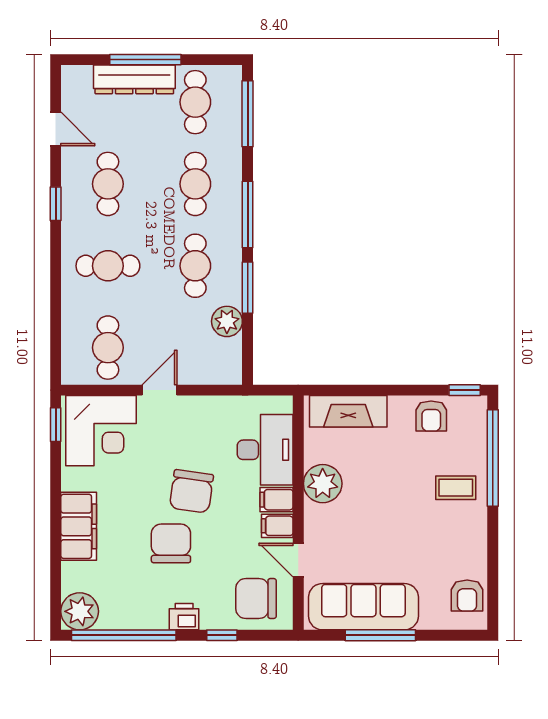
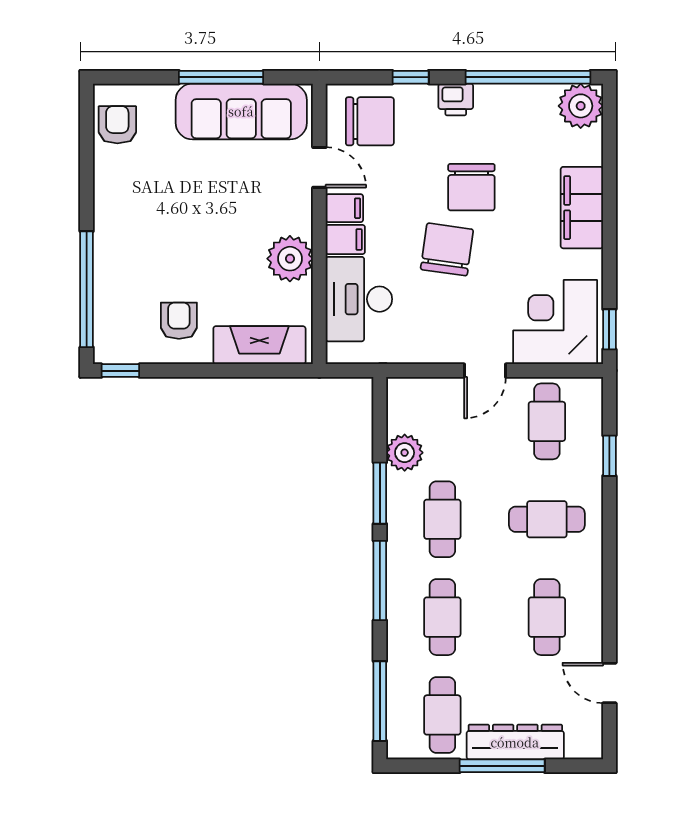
window: (56, 204) -> (609, 456), moved
armchair: (431, 416) -> (179, 321), moved
coffee table: (456, 488) -> (131, 254), removed

